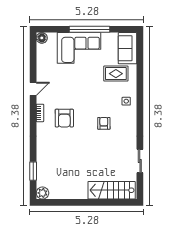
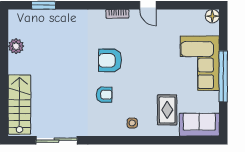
armchair: (64, 118) -> (110, 60), moved
sliding door: (140, 161) -> (57, 140), width x1.37
plant: (43, 193) -> (16, 46), moved

